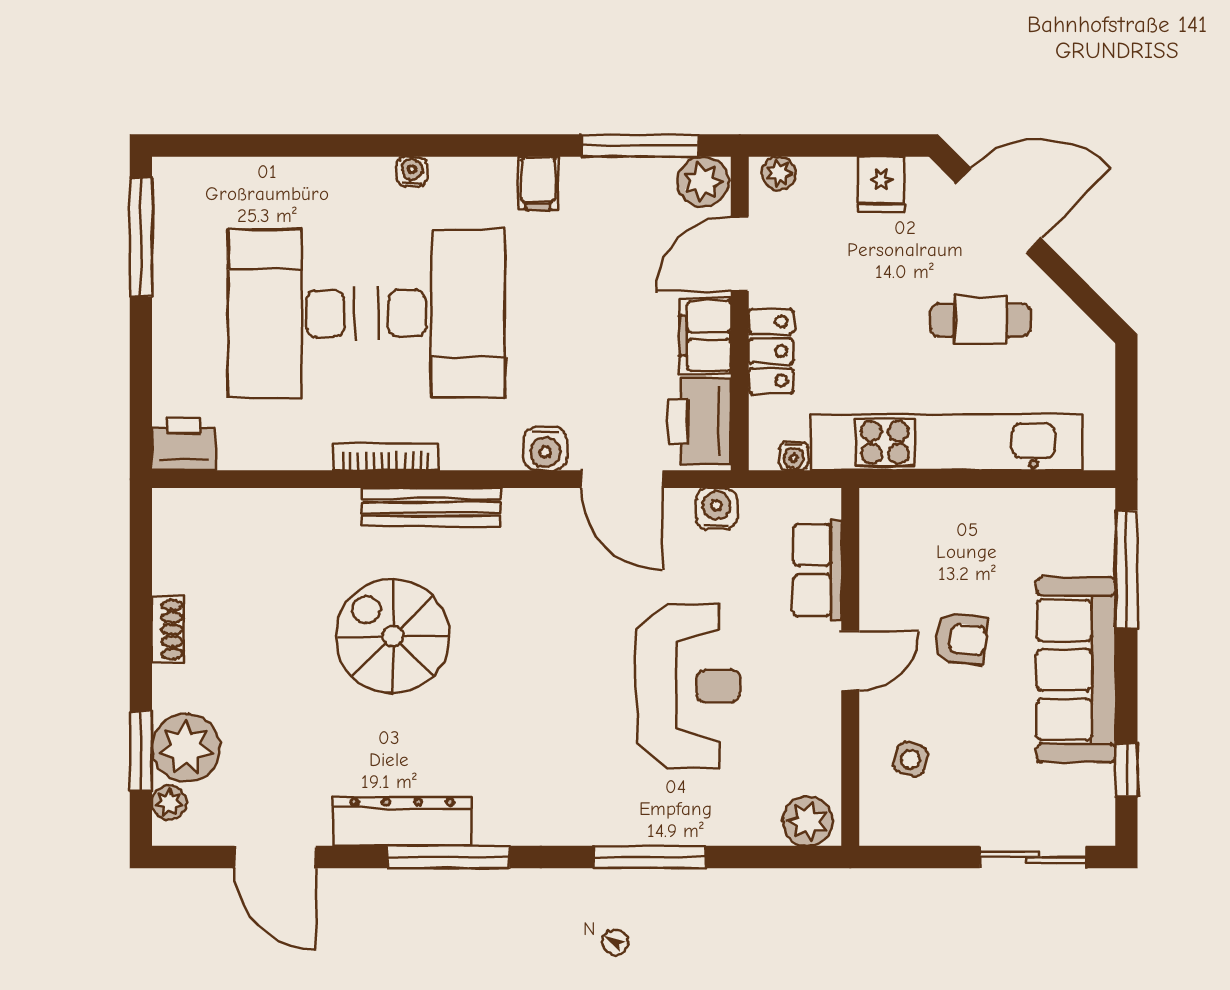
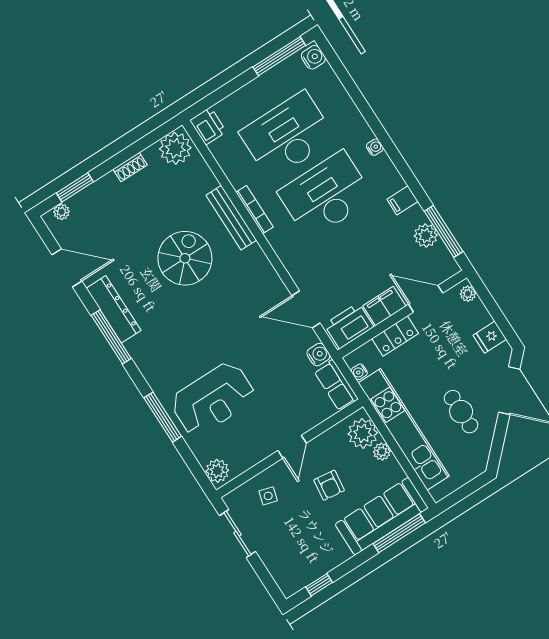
plant: (703, 182) -> (426, 236), moved
desk: (441, 313) -> (326, 195), turned 180
water cooler: (545, 449) -> (313, 57), moved, turned 180
door: (622, 479) -> (306, 309), hinge flipped
bench: (431, 507) -> (231, 218), moved
plant: (961, 507) -> (382, 452), added
plant: (907, 520) -> (363, 433), added
row of seats: (817, 570) -> (336, 385), moved, turned -90
door: (850, 661) -> (292, 447), hinge flipped
sofa: (1076, 670) -> (382, 516), moved
reception desk: (688, 686) -> (213, 399), moved
plant: (186, 748) -> (175, 148), moved
door: (275, 857) -> (67, 268), swing flipped
sliding door: (1033, 857) -> (237, 534), moved

